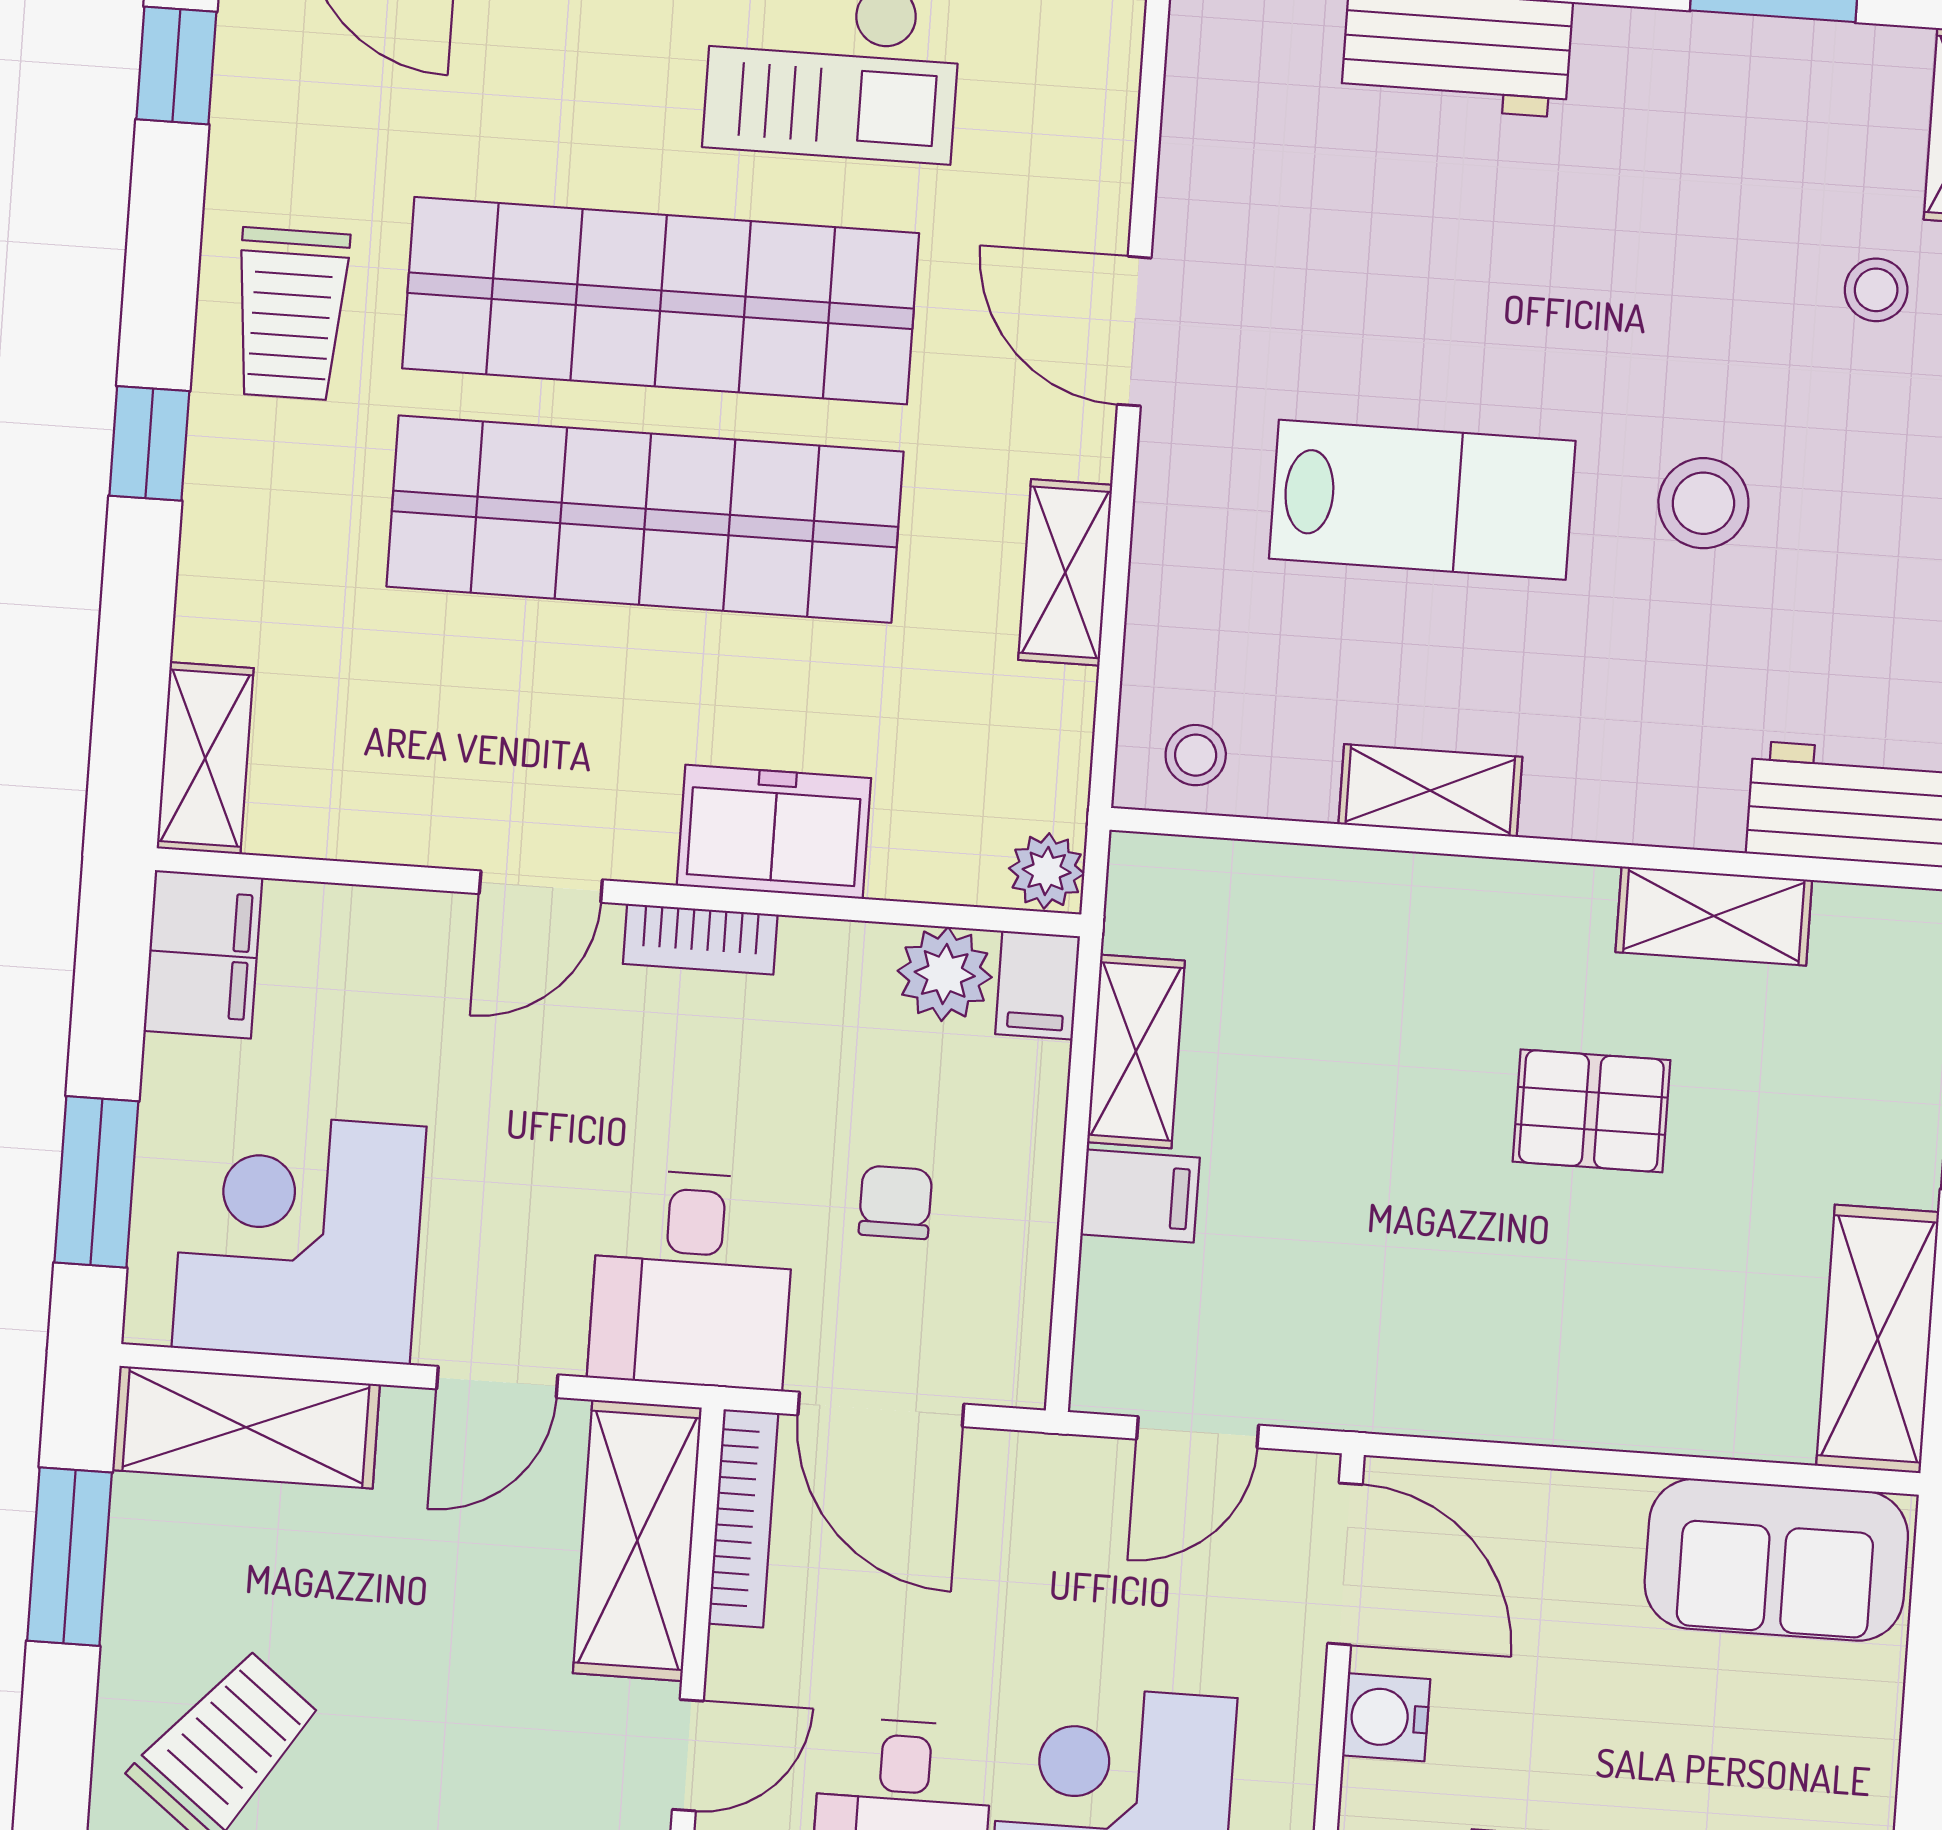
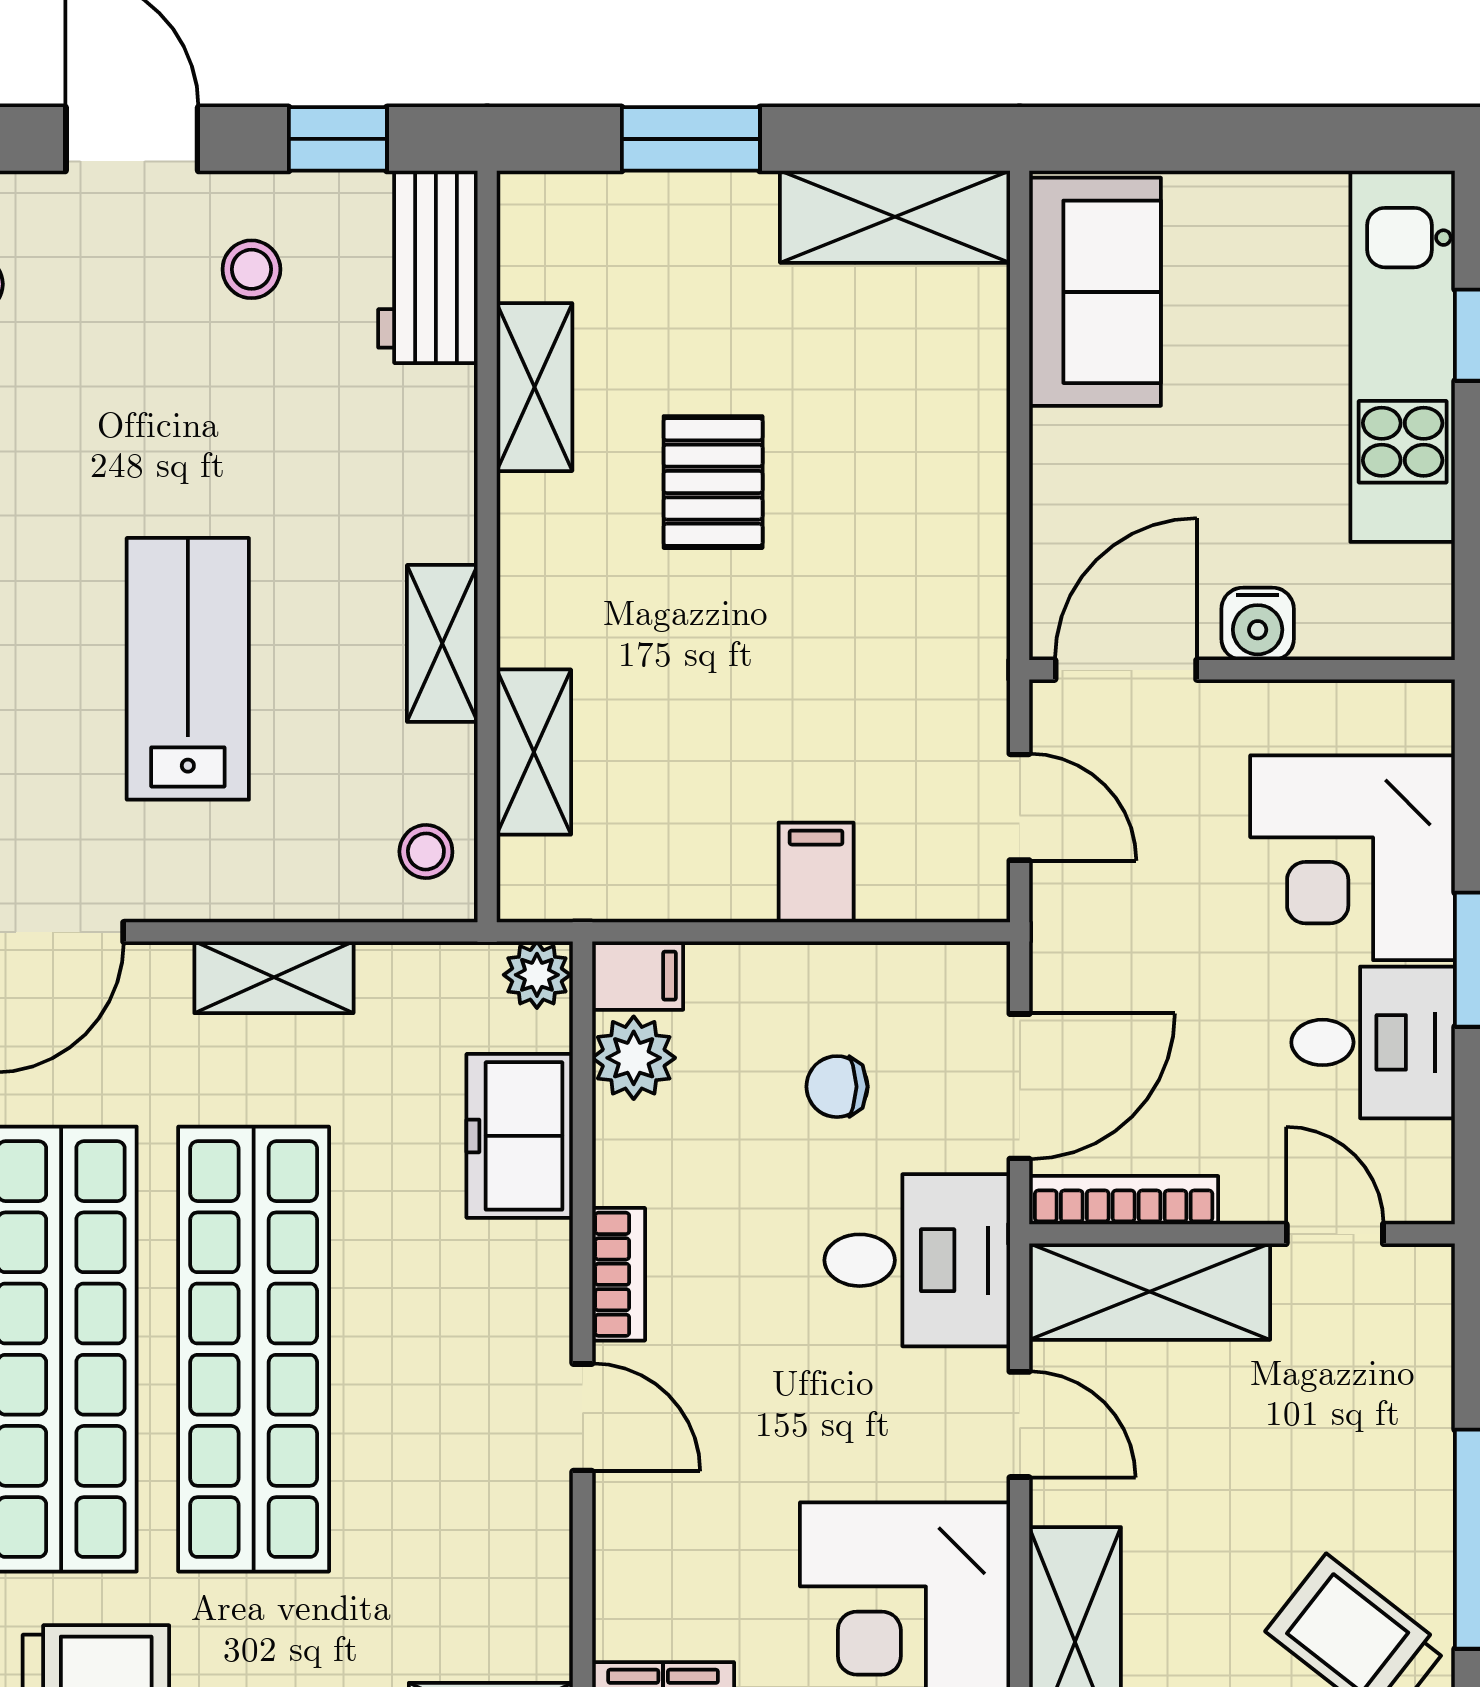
stool: (1703, 503) -> (251, 269), moved, width x0.73, depth x0.73
freezer: (774, 832) -> (520, 1136), moved
shelving: (1136, 1051) -> (534, 752), moved, turned 90

